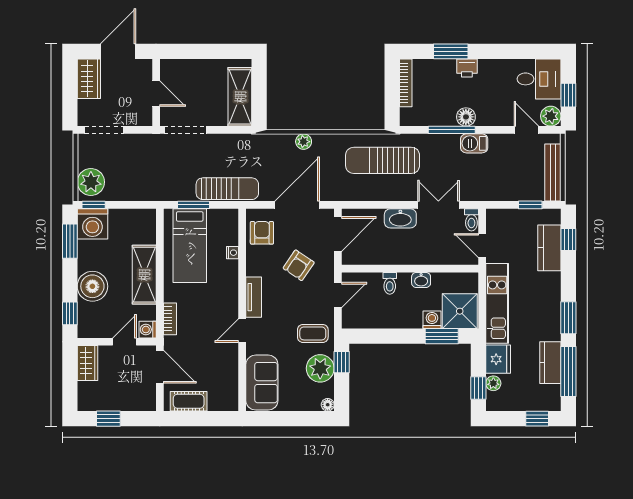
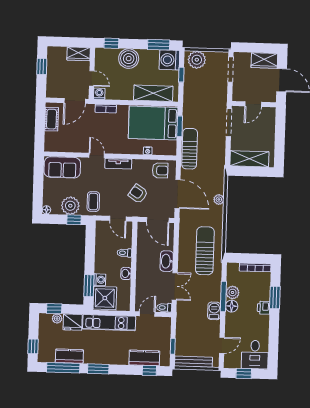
plant: (551, 116) -> (233, 292), moved
sun lounger: (227, 189) -> (190, 149), turned 180
window: (94, 205) -> (181, 75), moved
bed: (190, 246) -> (153, 123), width x1.50
shelving: (144, 275) -> (153, 93), moved

